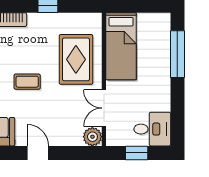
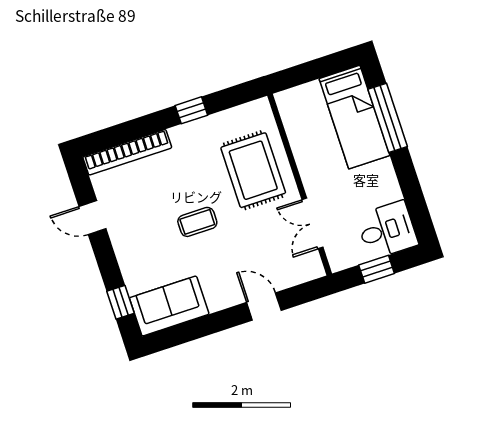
bed: (121, 46) -> (354, 117), moved
plant: (92, 137) -> (310, 267), removed
door: (38, 153) -> (264, 306), moved

